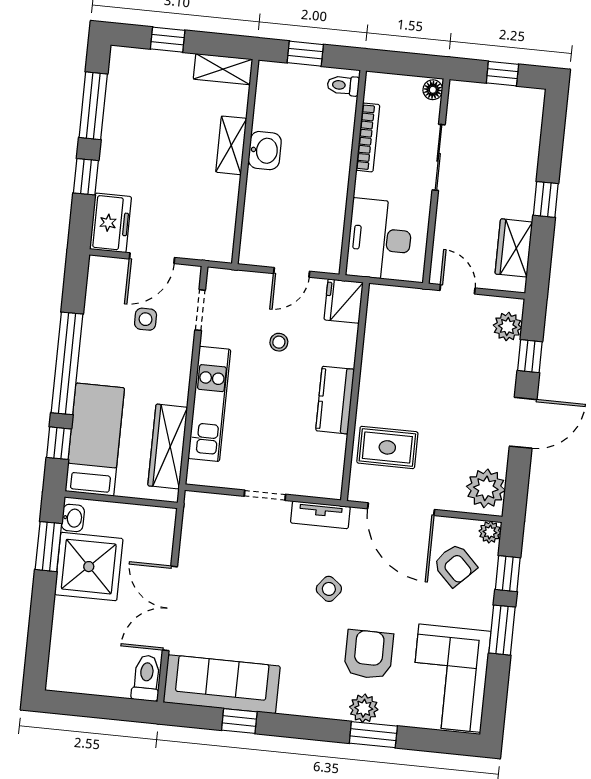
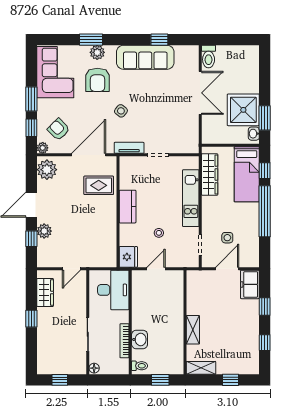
window: (93, 106) -> (265, 343), width x0.46
washbasin: (265, 151) -> (140, 339), moved, turned 180
door: (457, 289) -> (71, 269), hinge flipped
plant: (507, 327) -> (44, 231), moved
door: (401, 509) -> (89, 155), hinge flipped
sofa: (222, 684) -> (145, 57), moved

